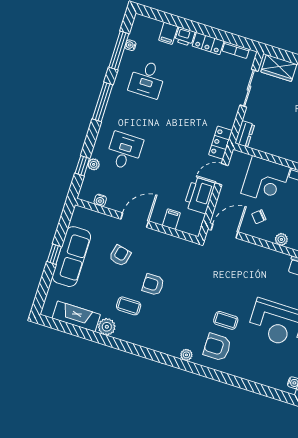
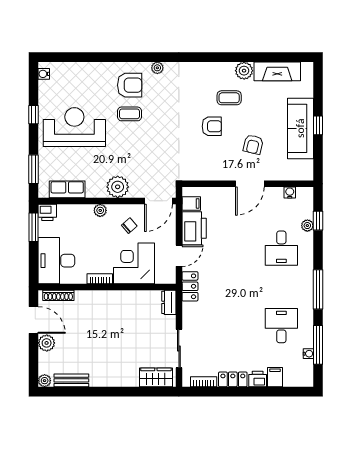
filing cabinet: (171, 219) -> (191, 203), moved, turned -90
plant: (258, 256) -> (118, 187), added

